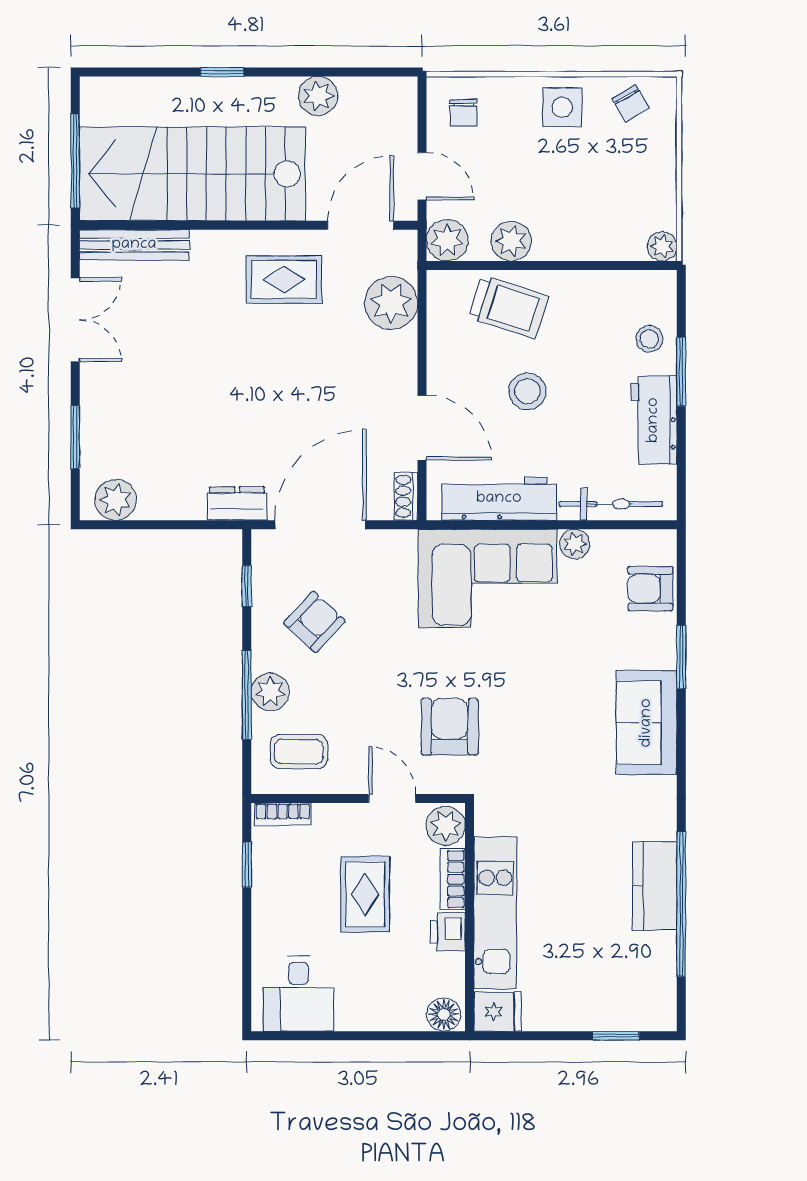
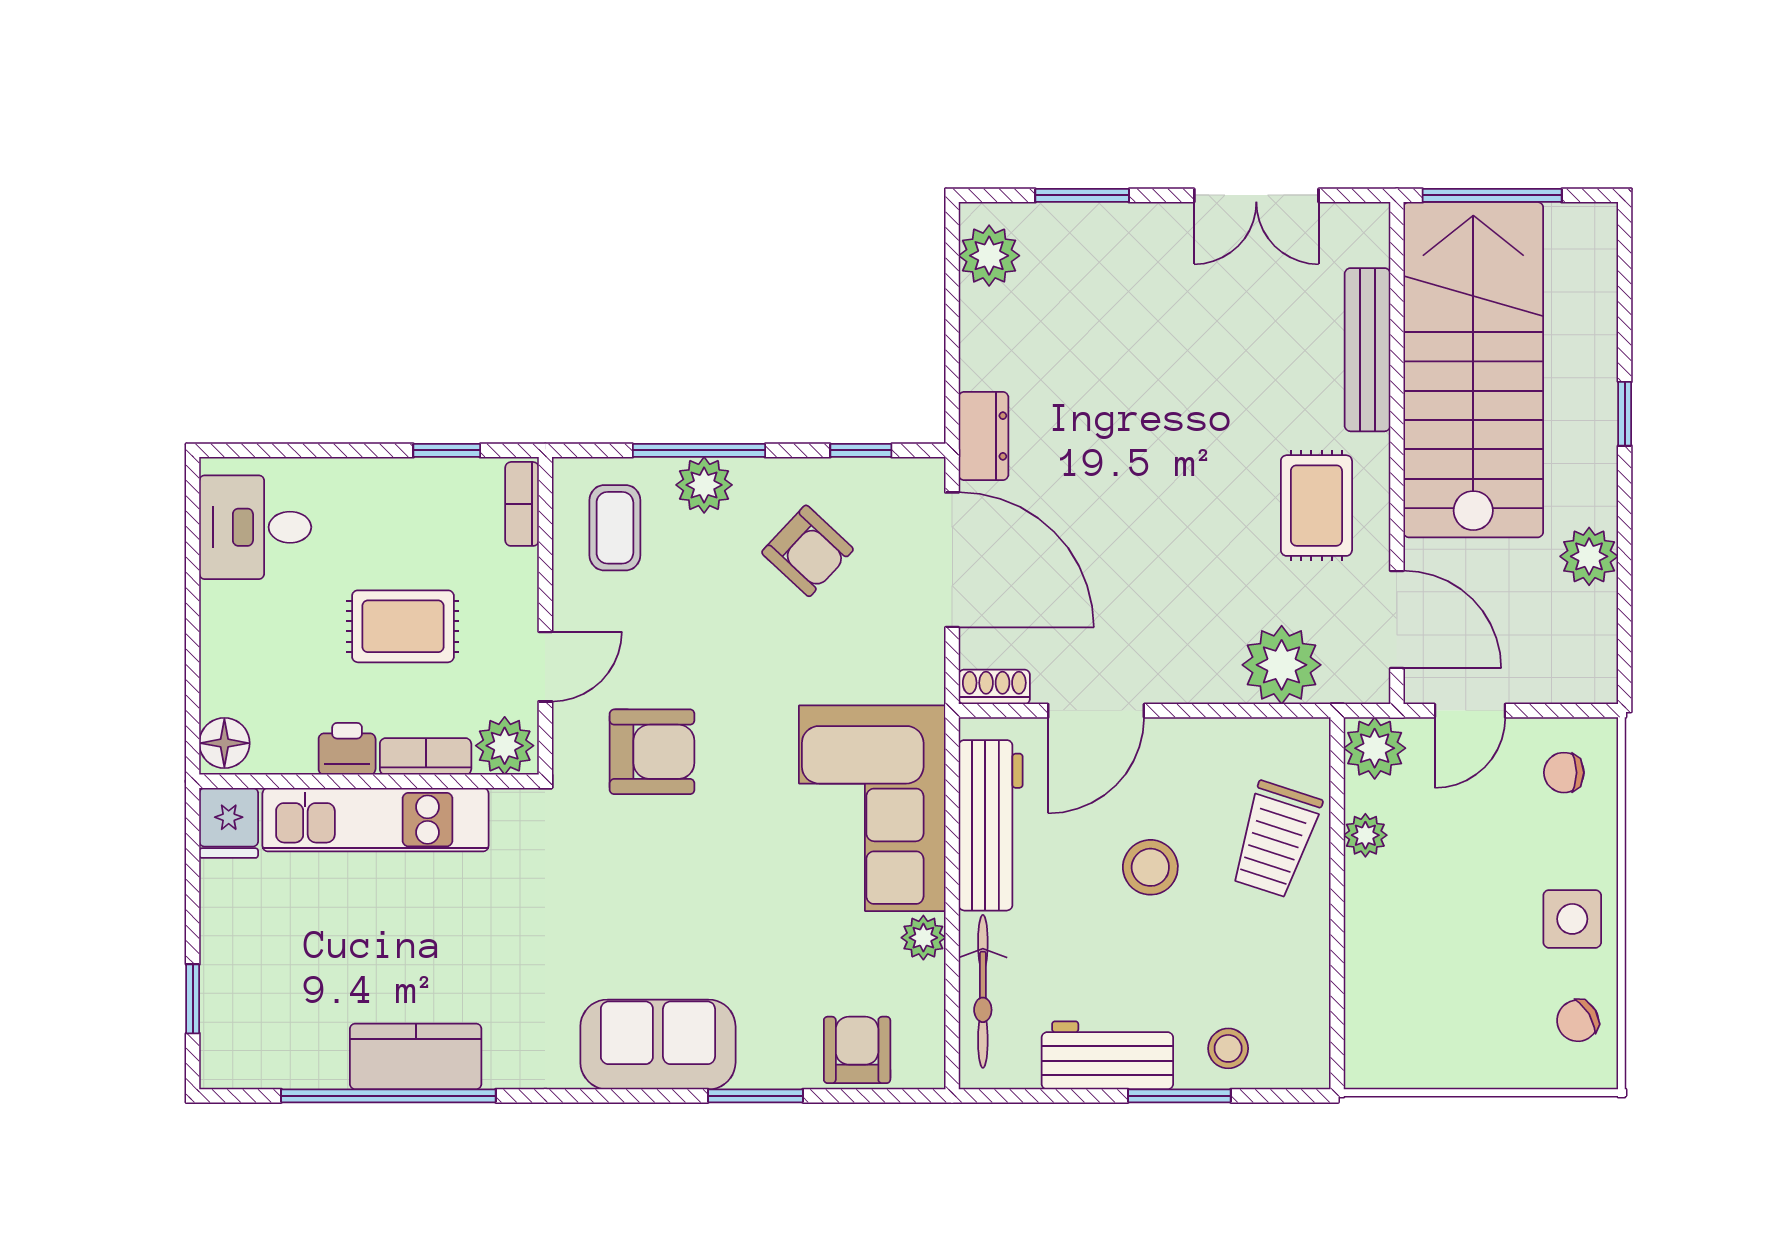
plant: (511, 241) -> (1365, 835), width x0.73, depth x0.73
bench: (134, 245) -> (1368, 350), moved
plant: (662, 246) -> (1366, 1067), removed

